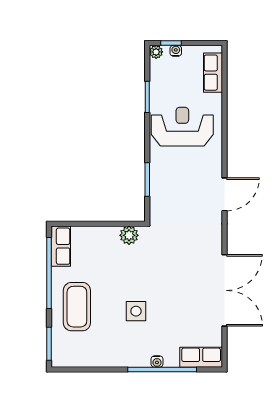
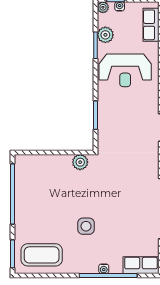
plant: (159, 84) -> (105, 35), added
reception desk: (182, 127) -> (125, 70), turned 180
row of seats: (61, 246) -> (22, 171), removed
coffee table: (77, 307) -> (42, 255), moved, turned 90

